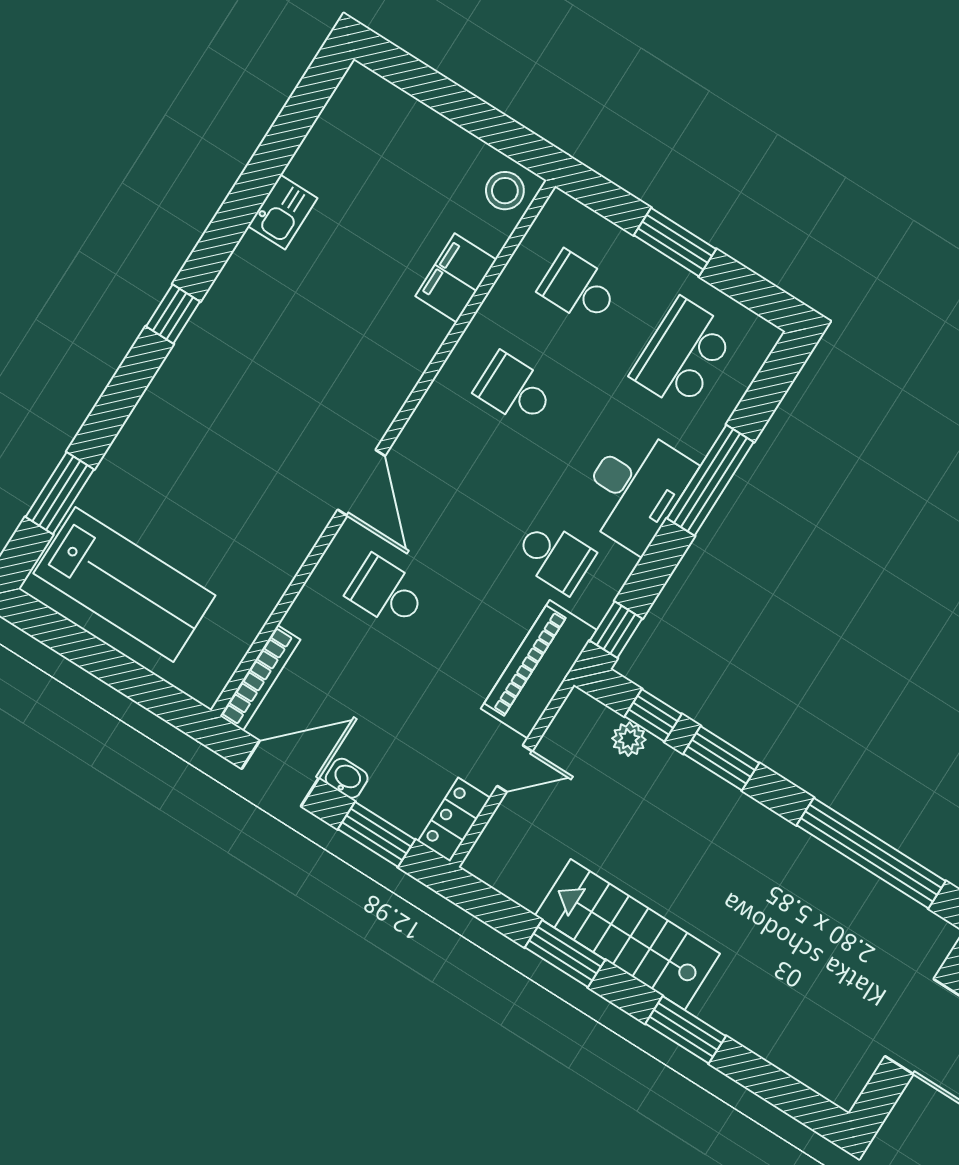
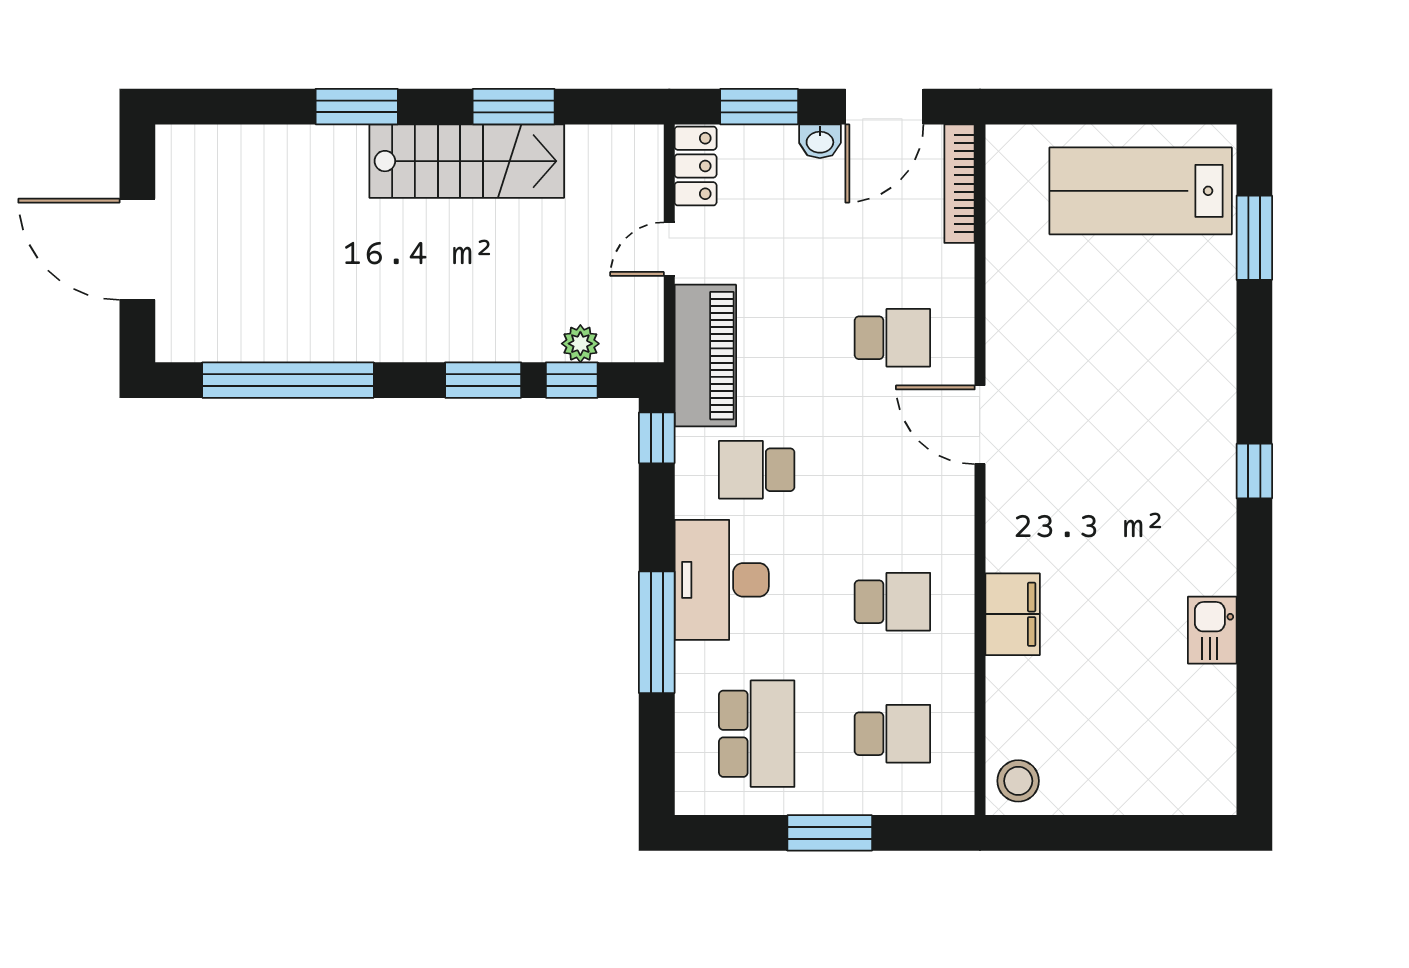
filing cabinet: (456, 278) -> (1013, 614), moved

